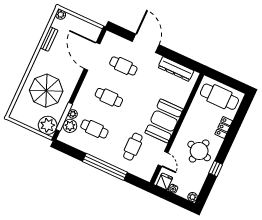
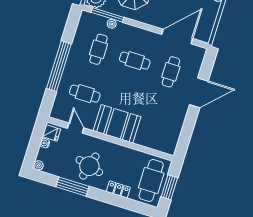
dresser: (176, 69) -> (175, 129), removed
window: (228, 81) -> (169, 187), added
cafe table: (109, 97) -> (135, 61), turned 90
plant: (70, 126) -> (98, 22), removed
door: (163, 159) -> (76, 128), swing flipped
window: (216, 169) -> (72, 187), width x2.17

